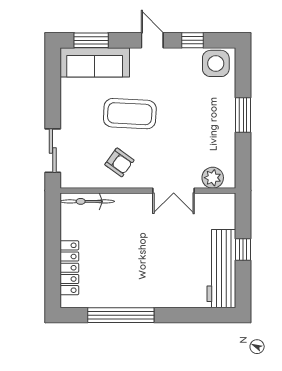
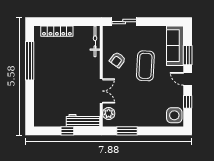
window: (91, 40) -> (188, 55), moved
door: (152, 40) -> (188, 79), swing flipped
window: (243, 115) -> (127, 131), moved
double door: (174, 191) -> (101, 91), swing flipped
workbench: (221, 269) -> (83, 121), moved, width x0.73, depth x0.76

